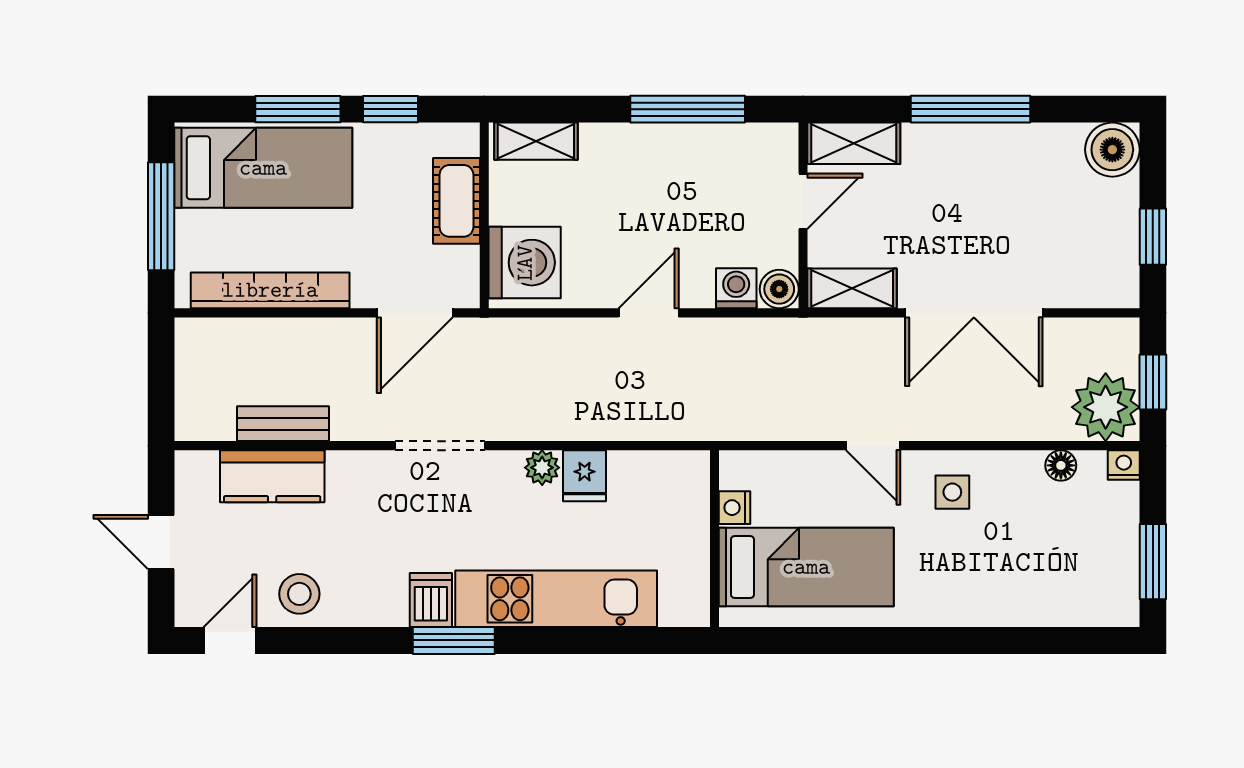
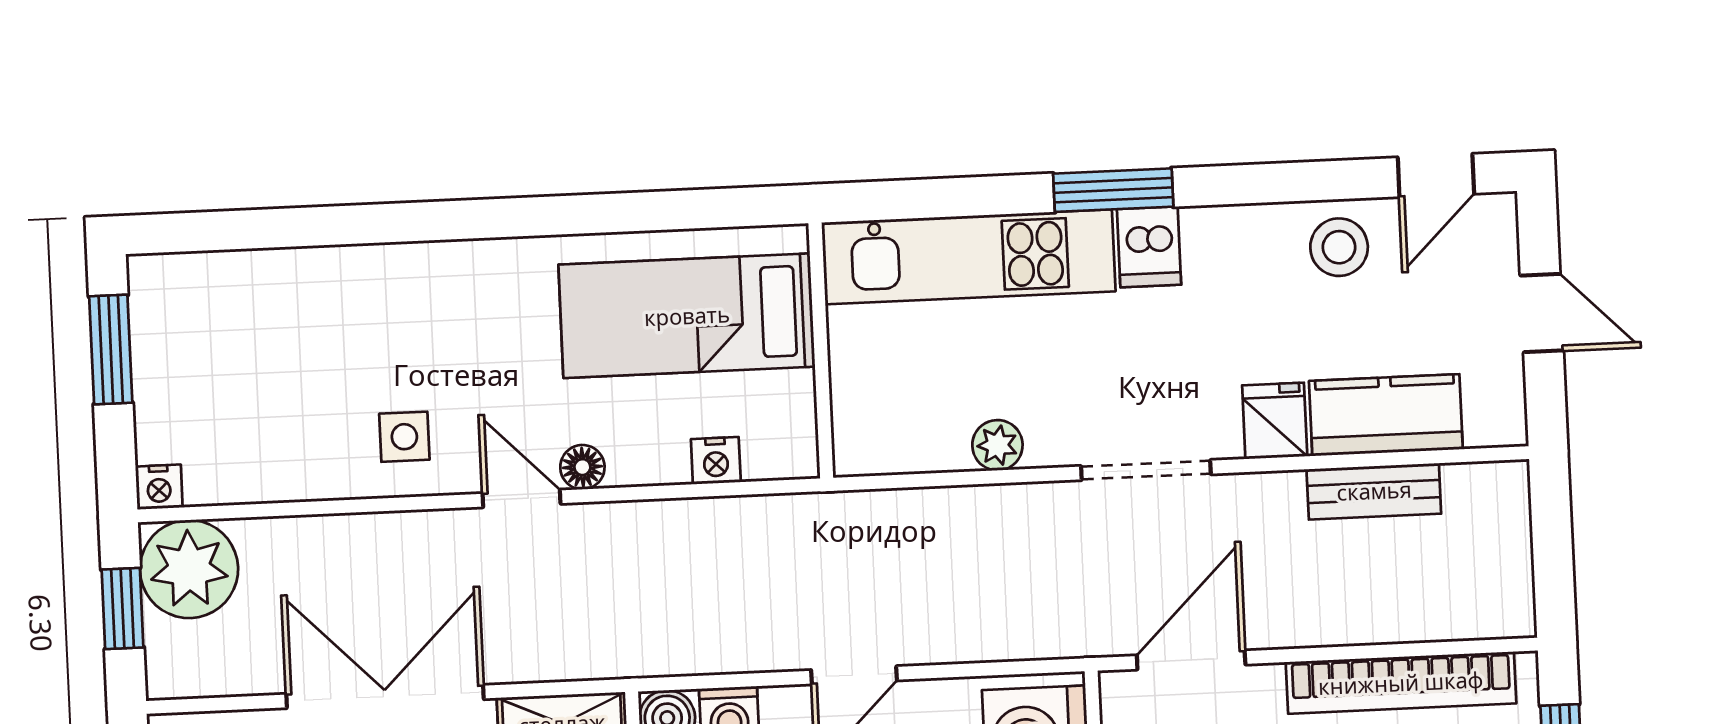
floor lamp: (1061, 465) -> (582, 467), moved
fridge: (585, 476) -> (1275, 421), moved
nightstand: (735, 508) -> (716, 461), moved, turned 90
wall: (714, 539) -> (821, 351), moved
bed: (806, 567) -> (687, 316), moved

